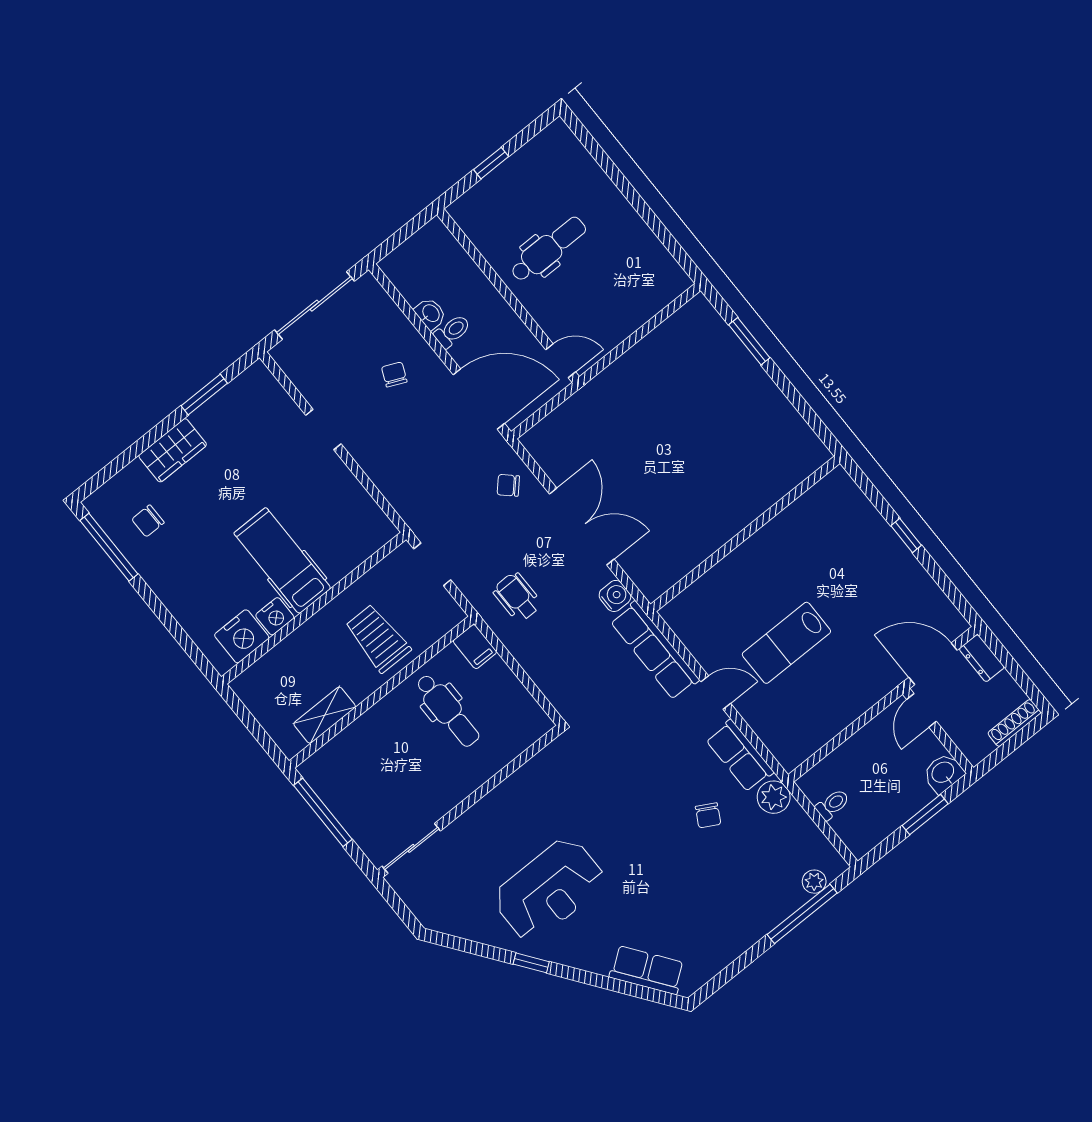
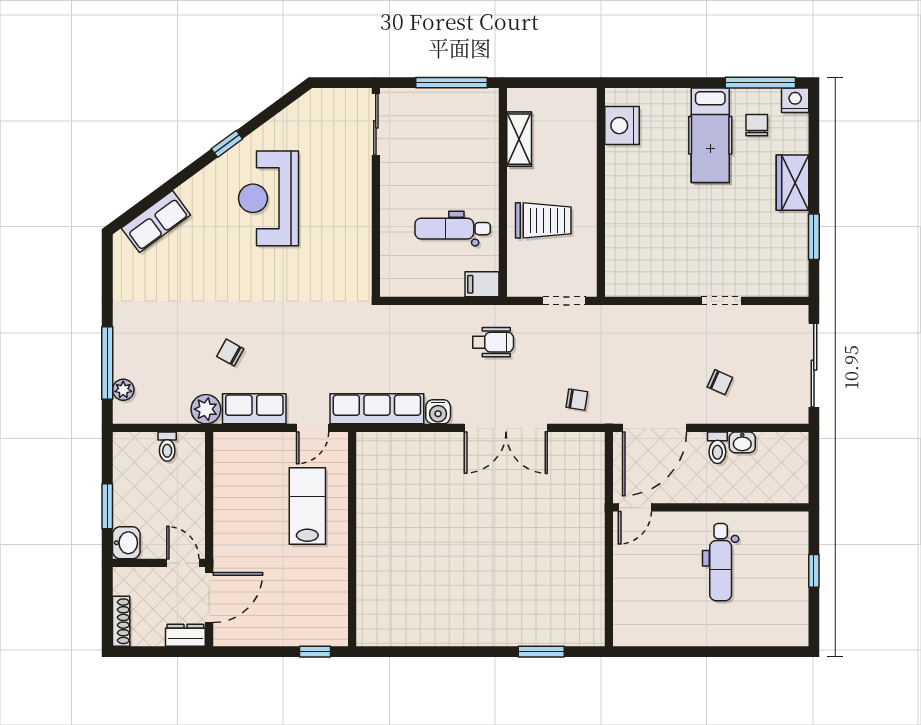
chair: (508, 485) -> (577, 400), turned 56
wall: (745, 534) -> (352, 539), moved
hospital bed: (282, 561) -> (710, 135), moved, turned 90
nightstand: (275, 616) -> (795, 100), moved, turned 90

